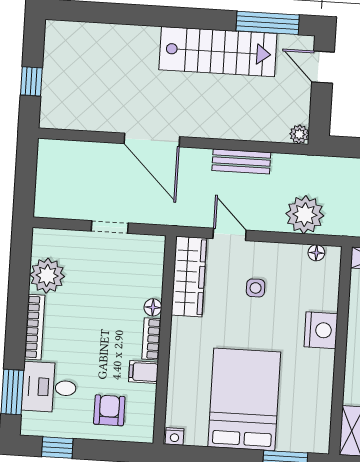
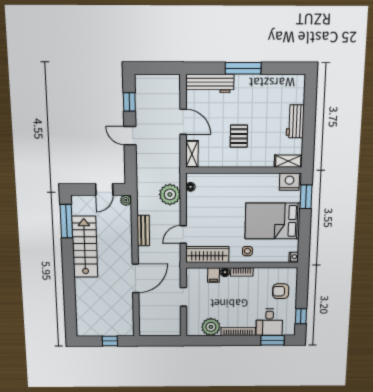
door: (323, 67) -> (104, 189), moved
side table: (256, 288) -> (247, 251), moved
nightstand: (321, 330) -> (289, 182), moved
filing cabinet: (143, 372) -> (213, 275), moved

